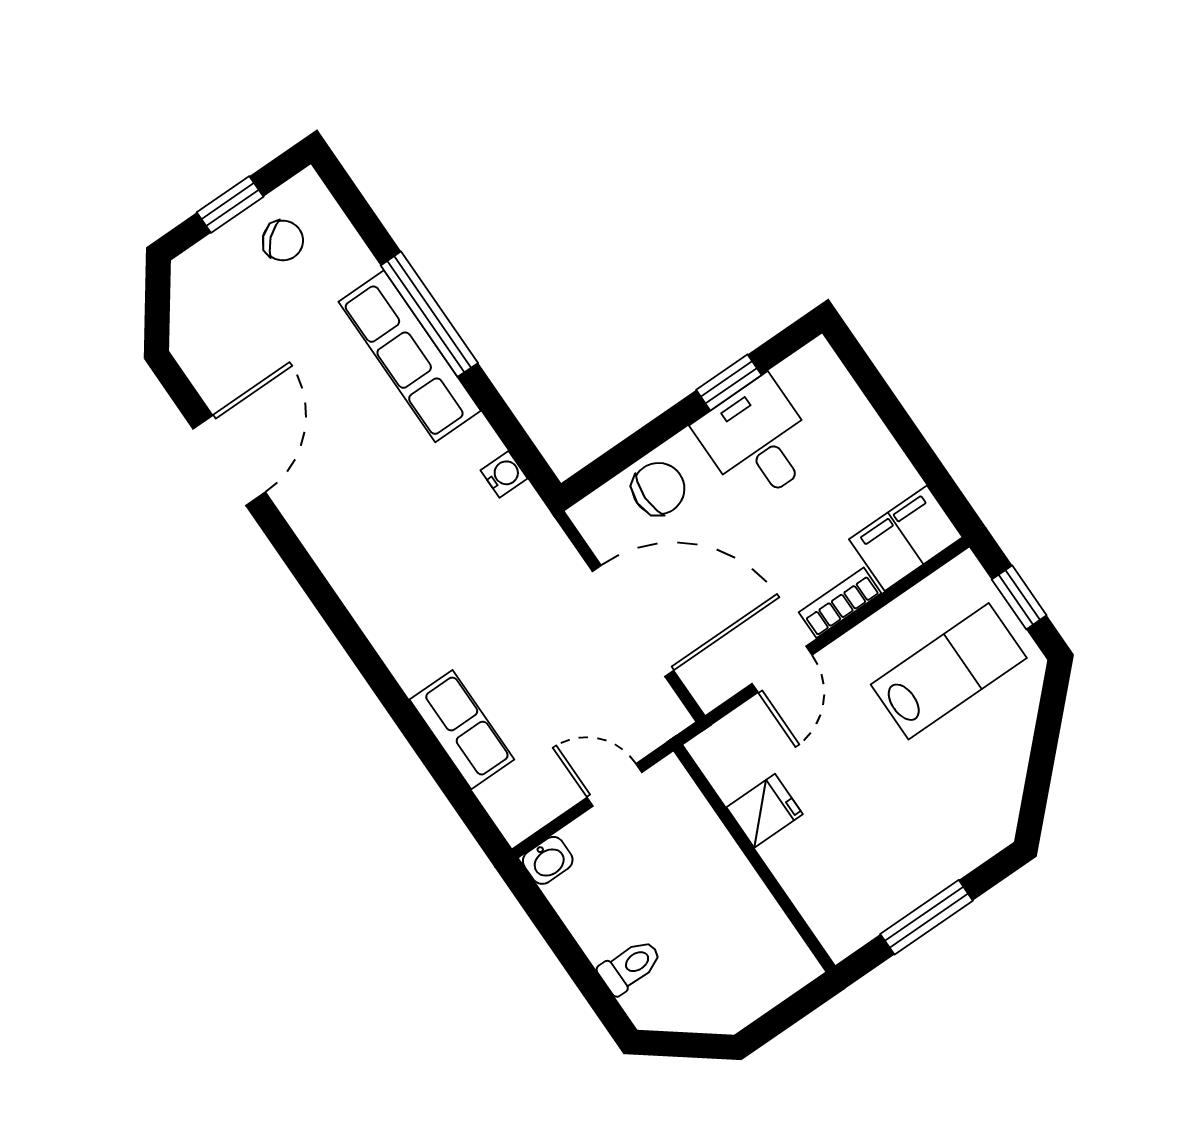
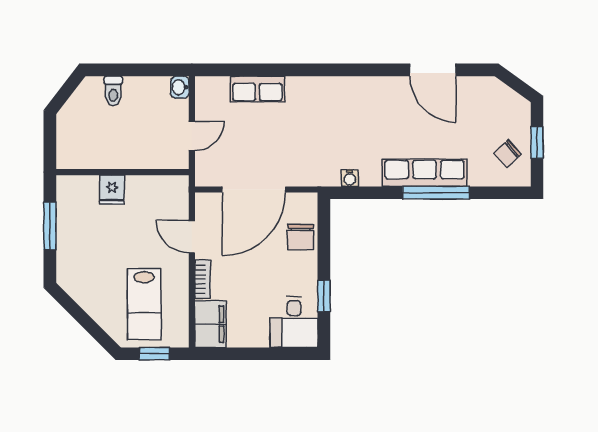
desk: (757, 441) -> (294, 322), moved, turned 90
fridge: (765, 811) -> (112, 190), moved

